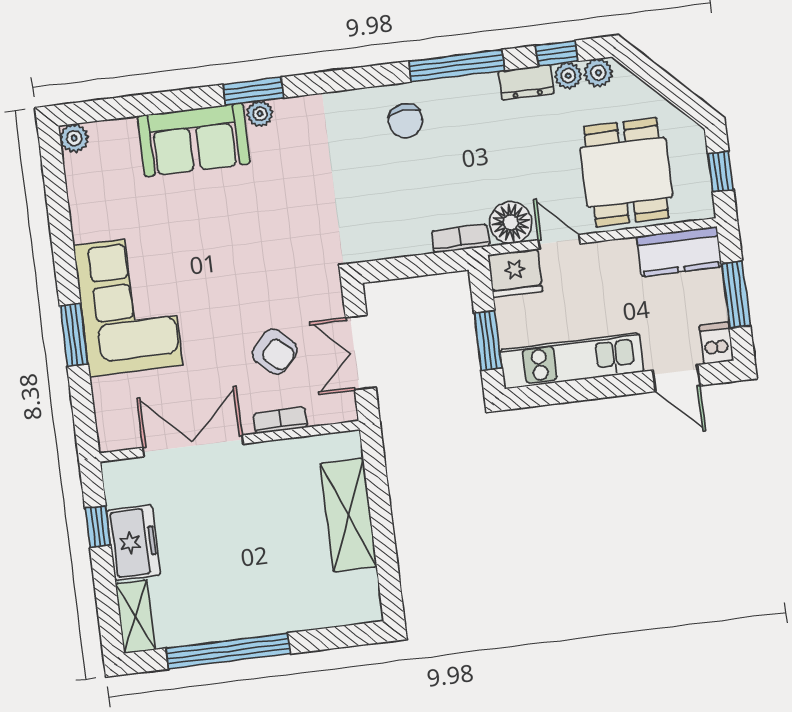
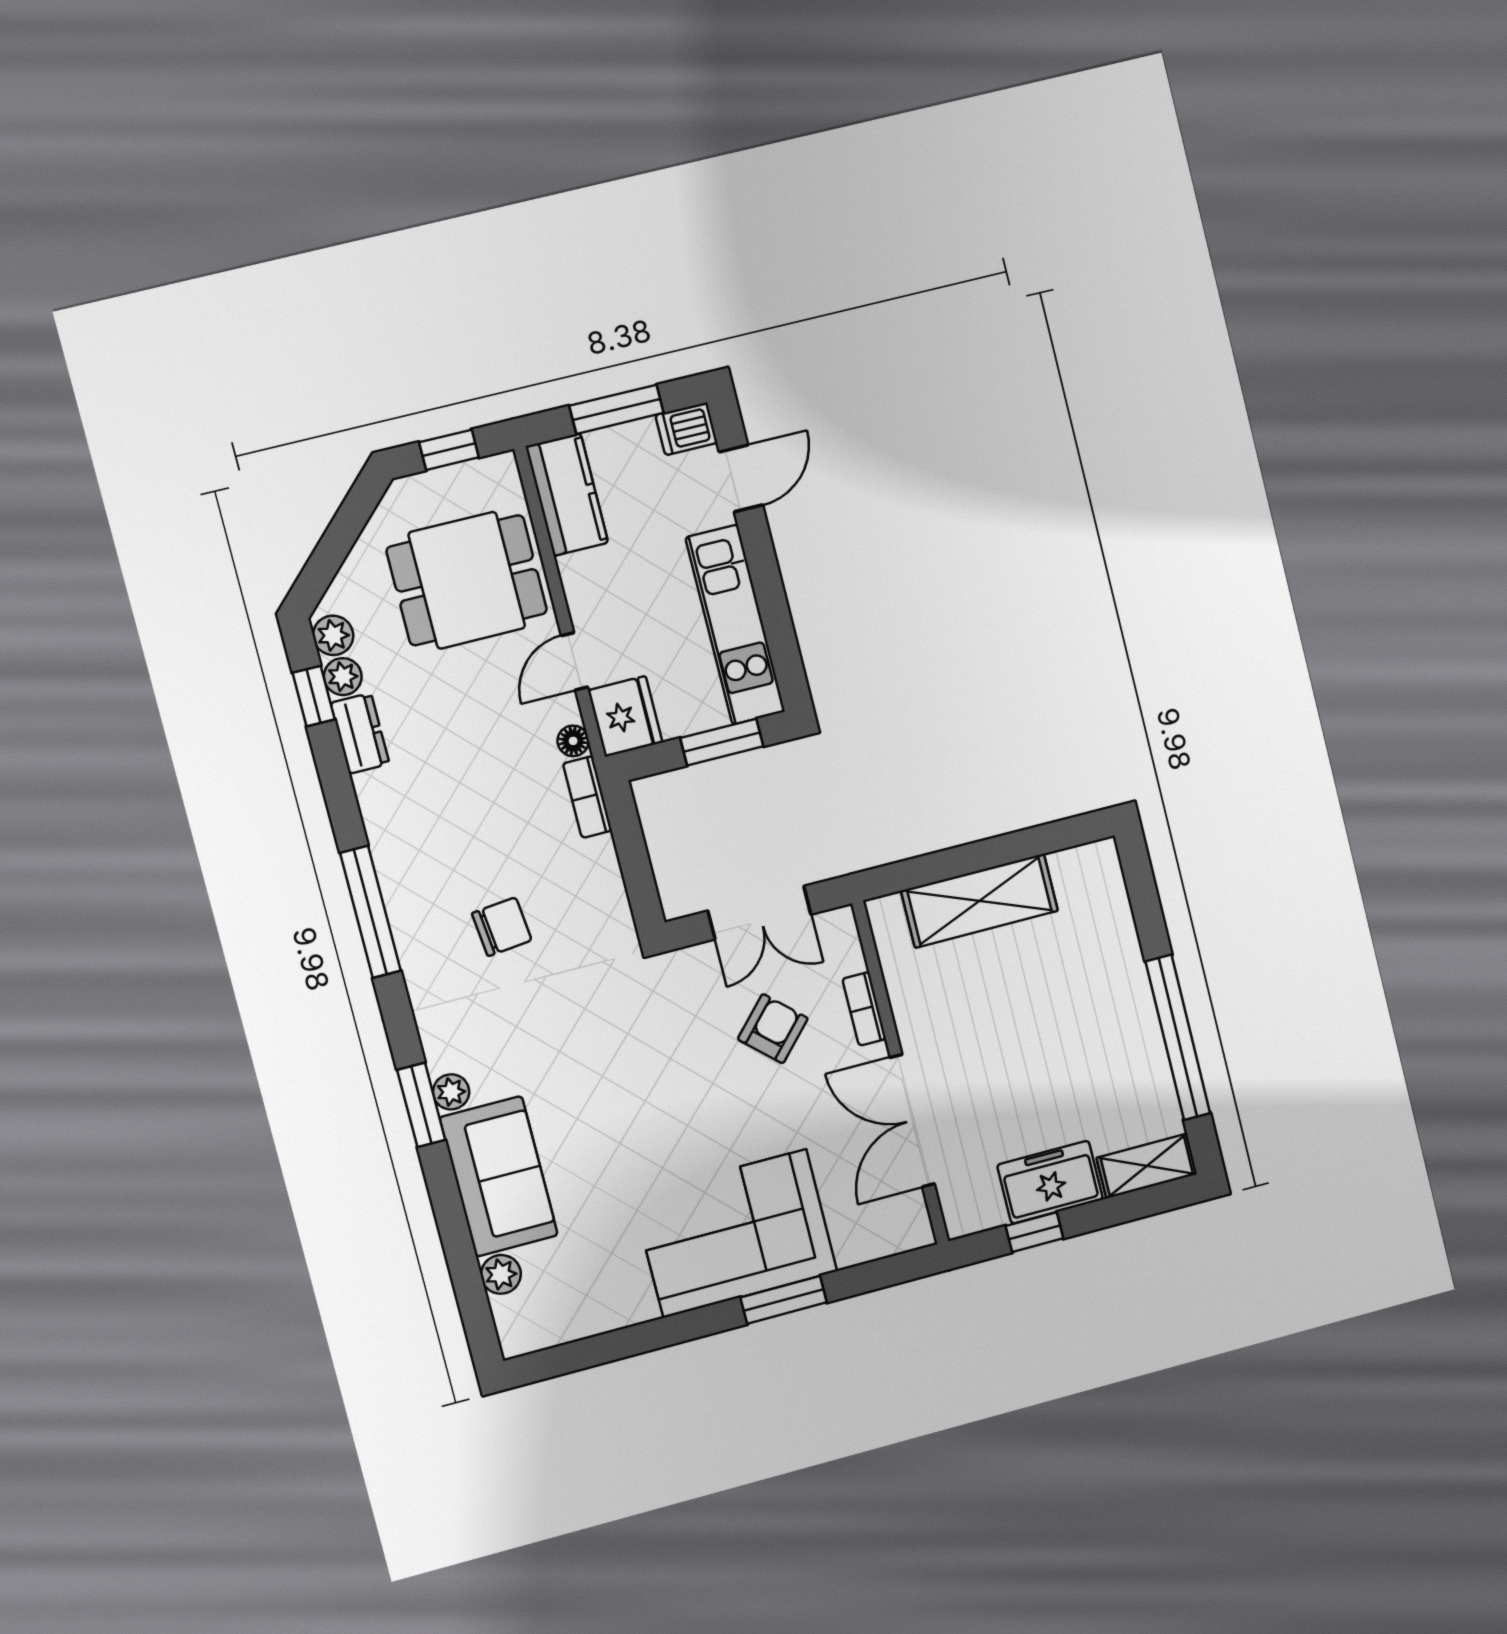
window: (457, 66) -> (370, 912), moved
chair: (406, 121) -> (502, 927), moved
plant: (74, 138) -> (501, 1274), moved
floor lamp: (511, 222) -> (573, 741), width x0.53, depth x0.53

